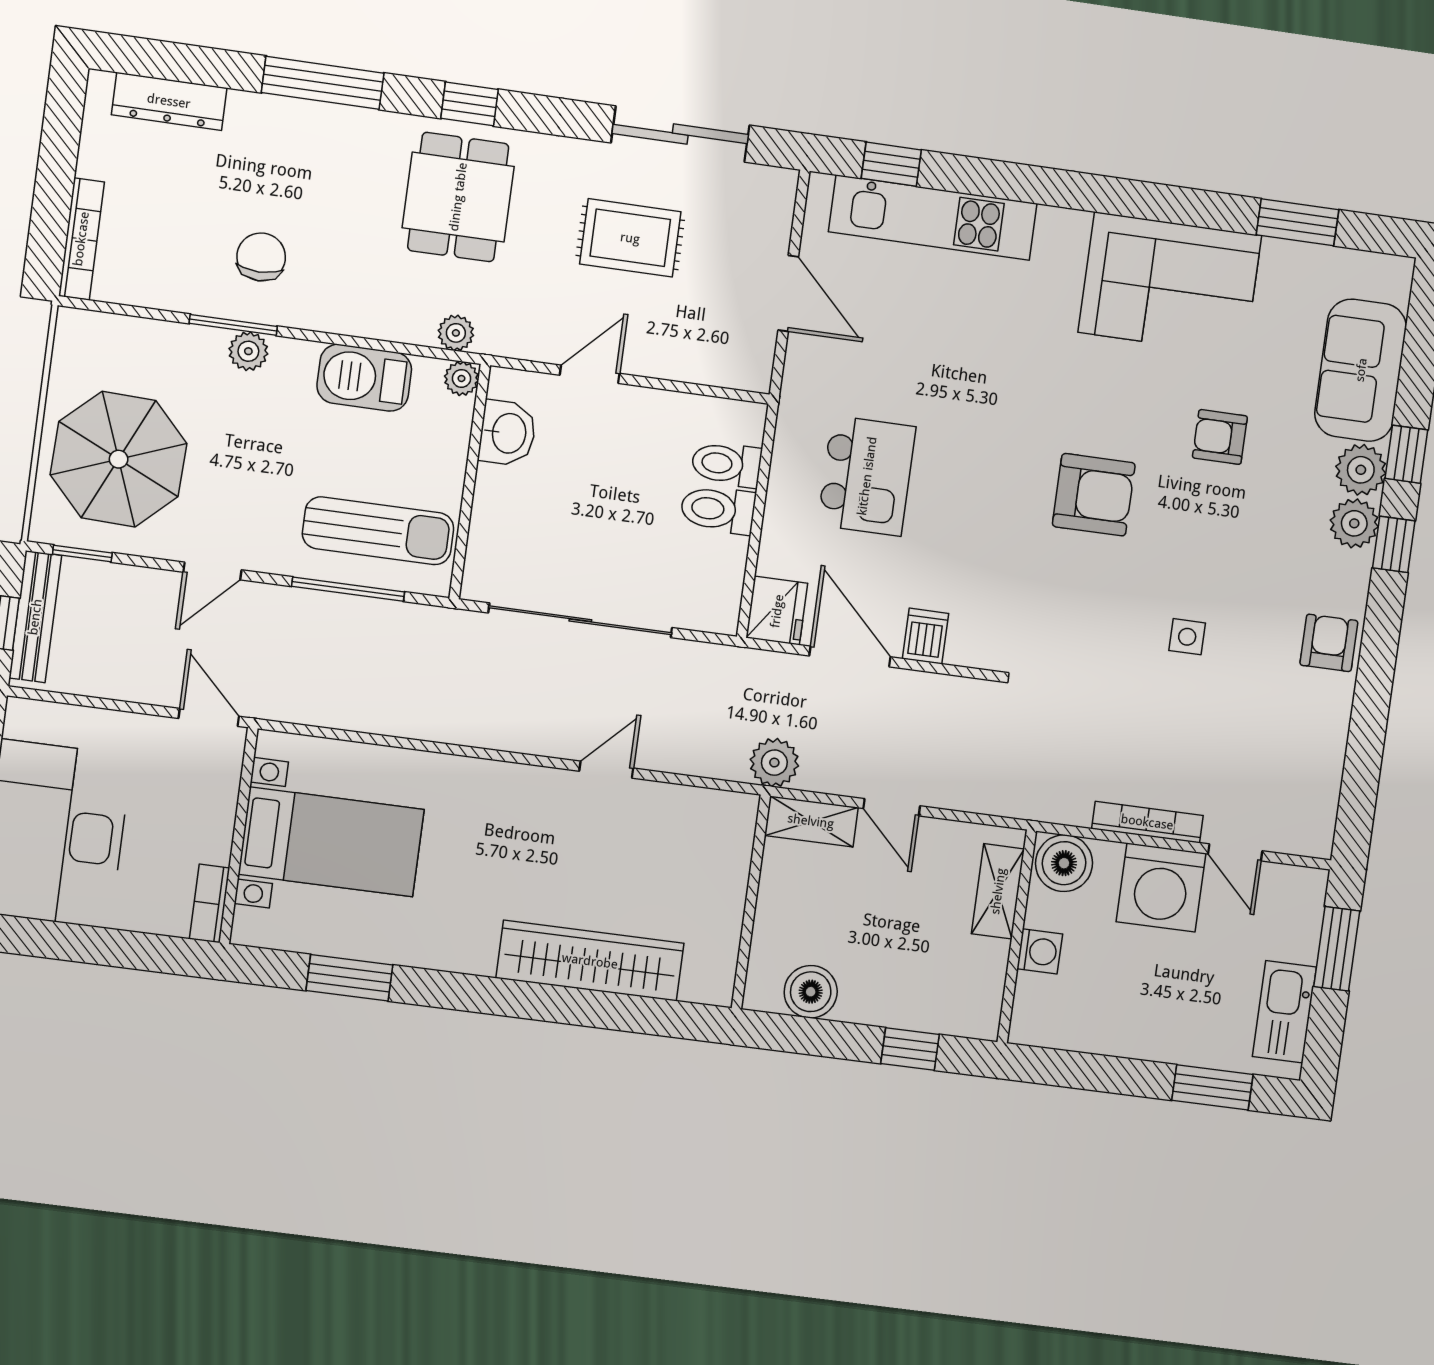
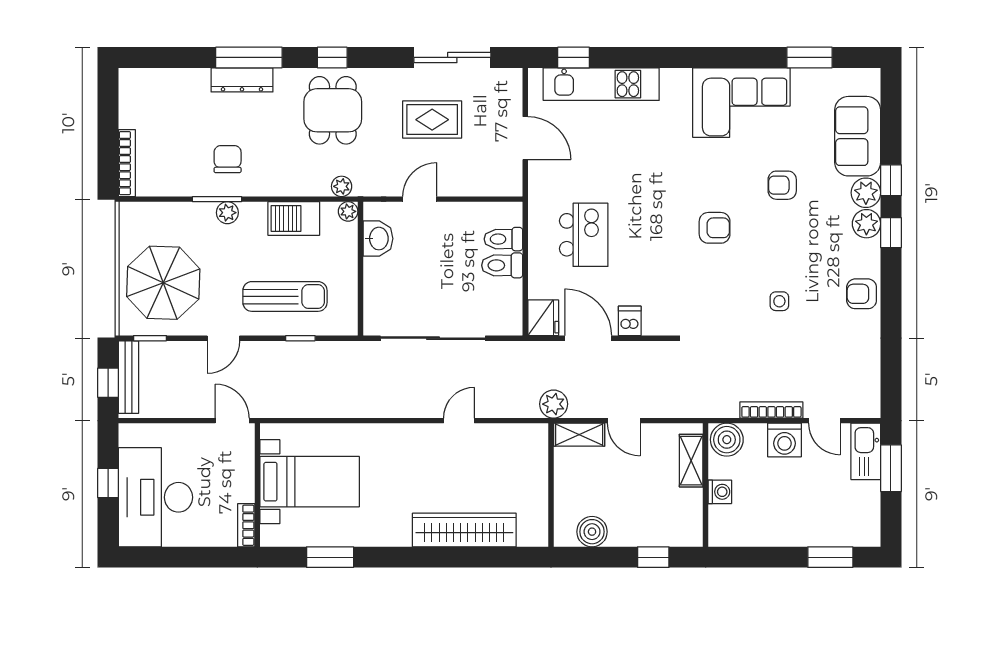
dresser: (169, 101) -> (242, 80), moved
armchair: (1094, 495) -> (715, 228), width x0.72, depth x0.72
sun lounger: (378, 531) -> (285, 296), moved
window: (348, 589) -> (300, 338), width x0.46
armchair: (1329, 643) -> (862, 294), turned -90
washing machine: (1161, 887) -> (784, 440), width x0.73, depth x0.73
kitchen sink: (1284, 1012) -> (866, 451), moved

